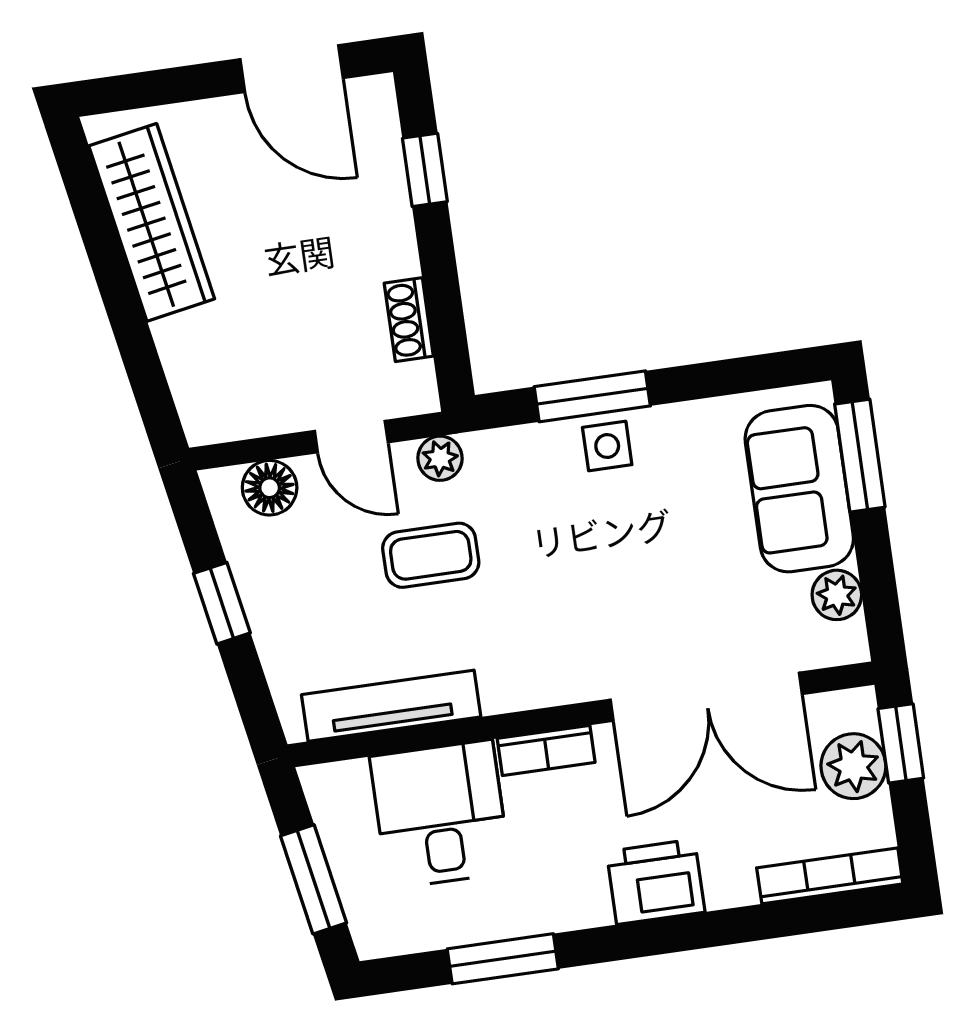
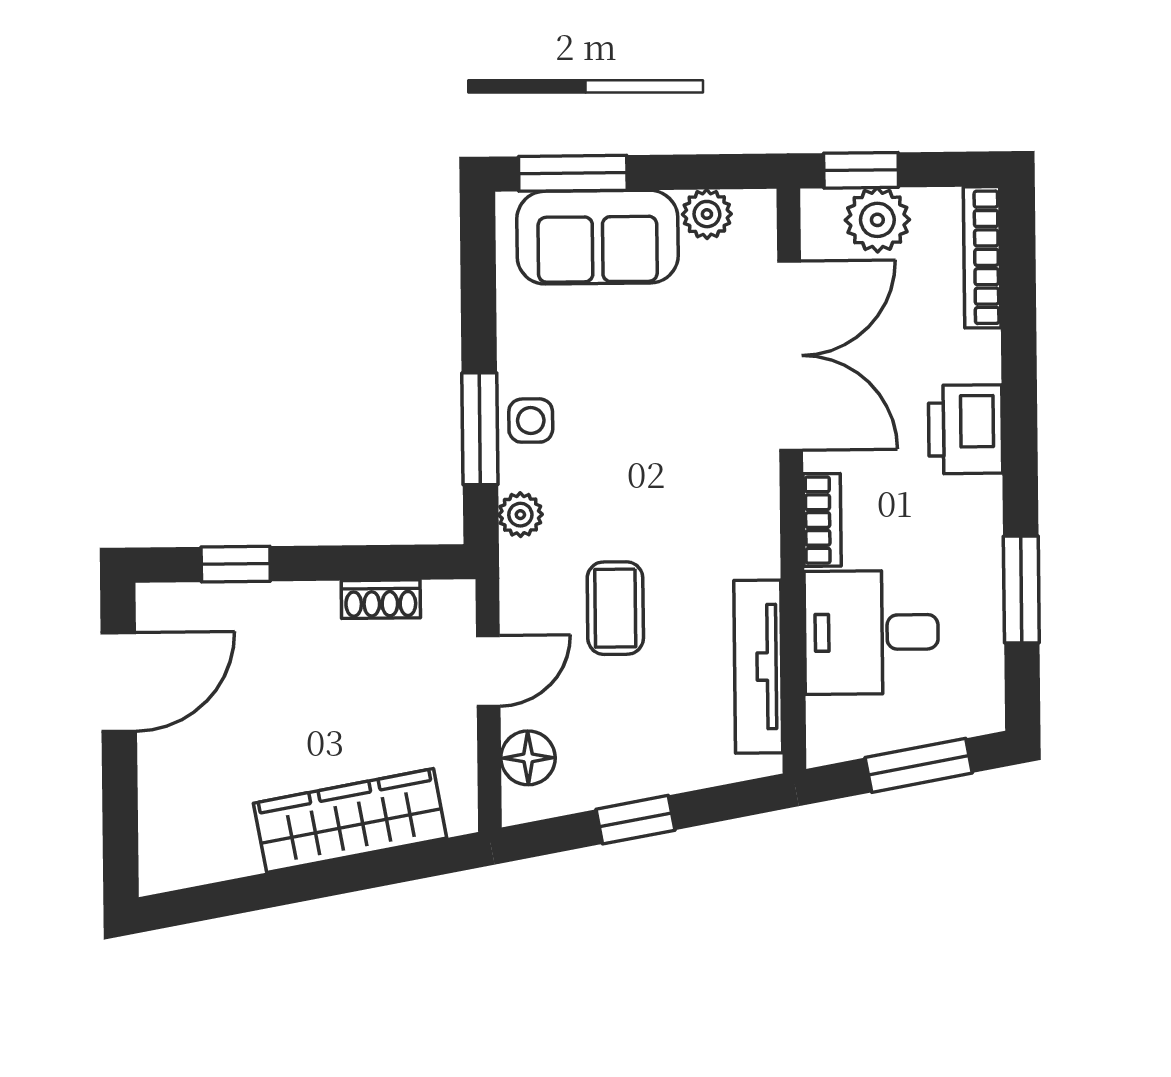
wardrobe: (152, 222) -> (350, 821), moved
plant: (440, 458) -> (520, 515), moved

